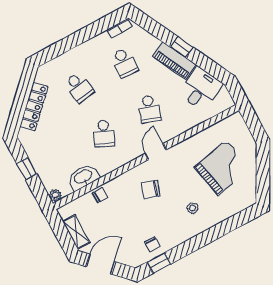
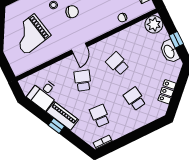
locker: (34, 107) -> (167, 92), width x0.66
school desk: (104, 133) -> (117, 64), turned -42
washbasin: (83, 177) -> (169, 51), moved, turned 90
chair: (151, 190) -> (72, 12), moved
plant: (55, 195) -> (154, 24), width x1.88, depth x1.88

